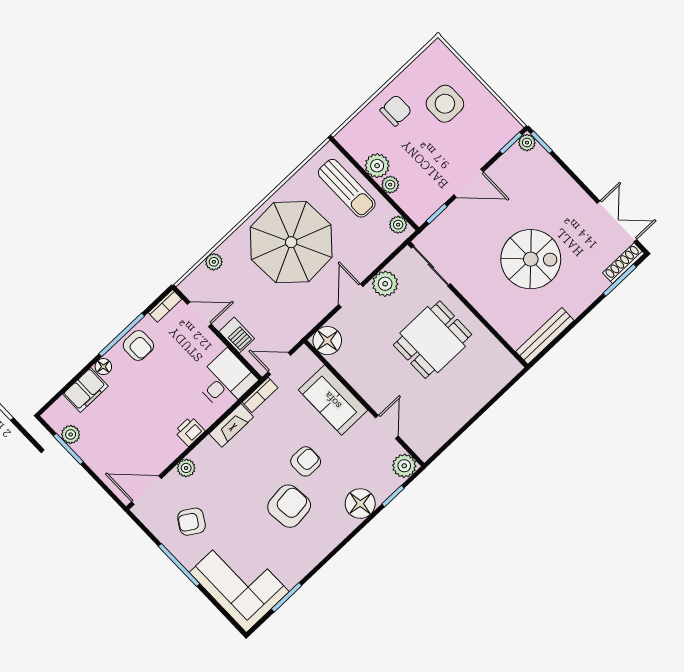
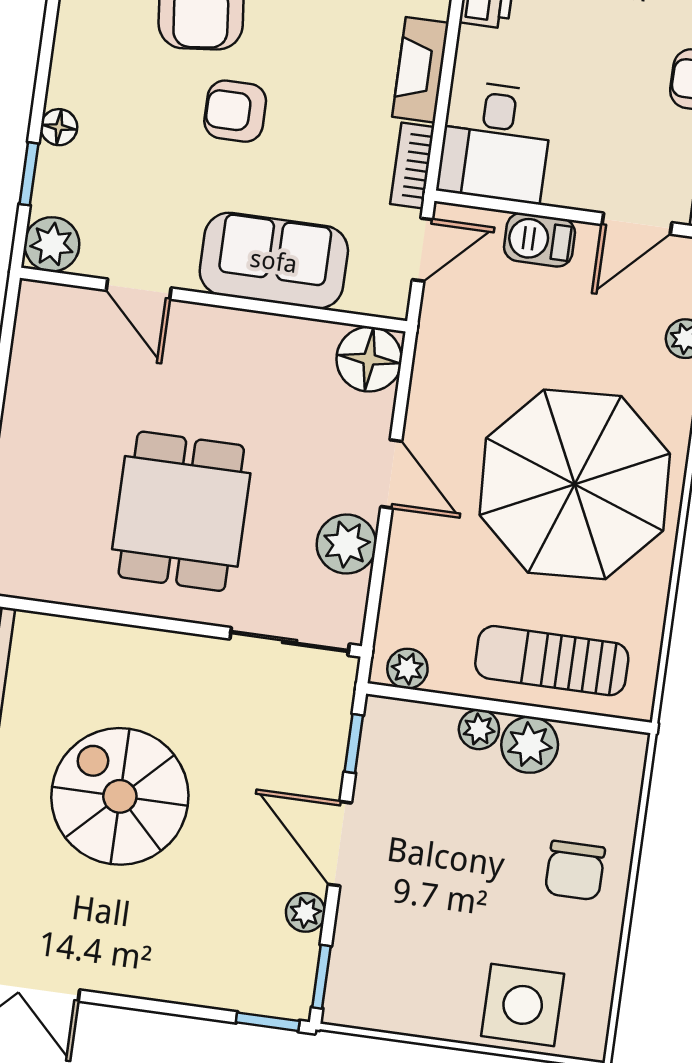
side table: (445, 104) -> (523, 1005), moved
plant: (527, 143) -> (306, 912), moved
door: (469, 183) -> (340, 844), hinge flipped
spiral stairs: (531, 259) -> (120, 796), turned 90
armchair: (306, 461) -> (235, 111), turned 90
floor lamp: (360, 504) -> (59, 127), width x0.53, depth x0.53

